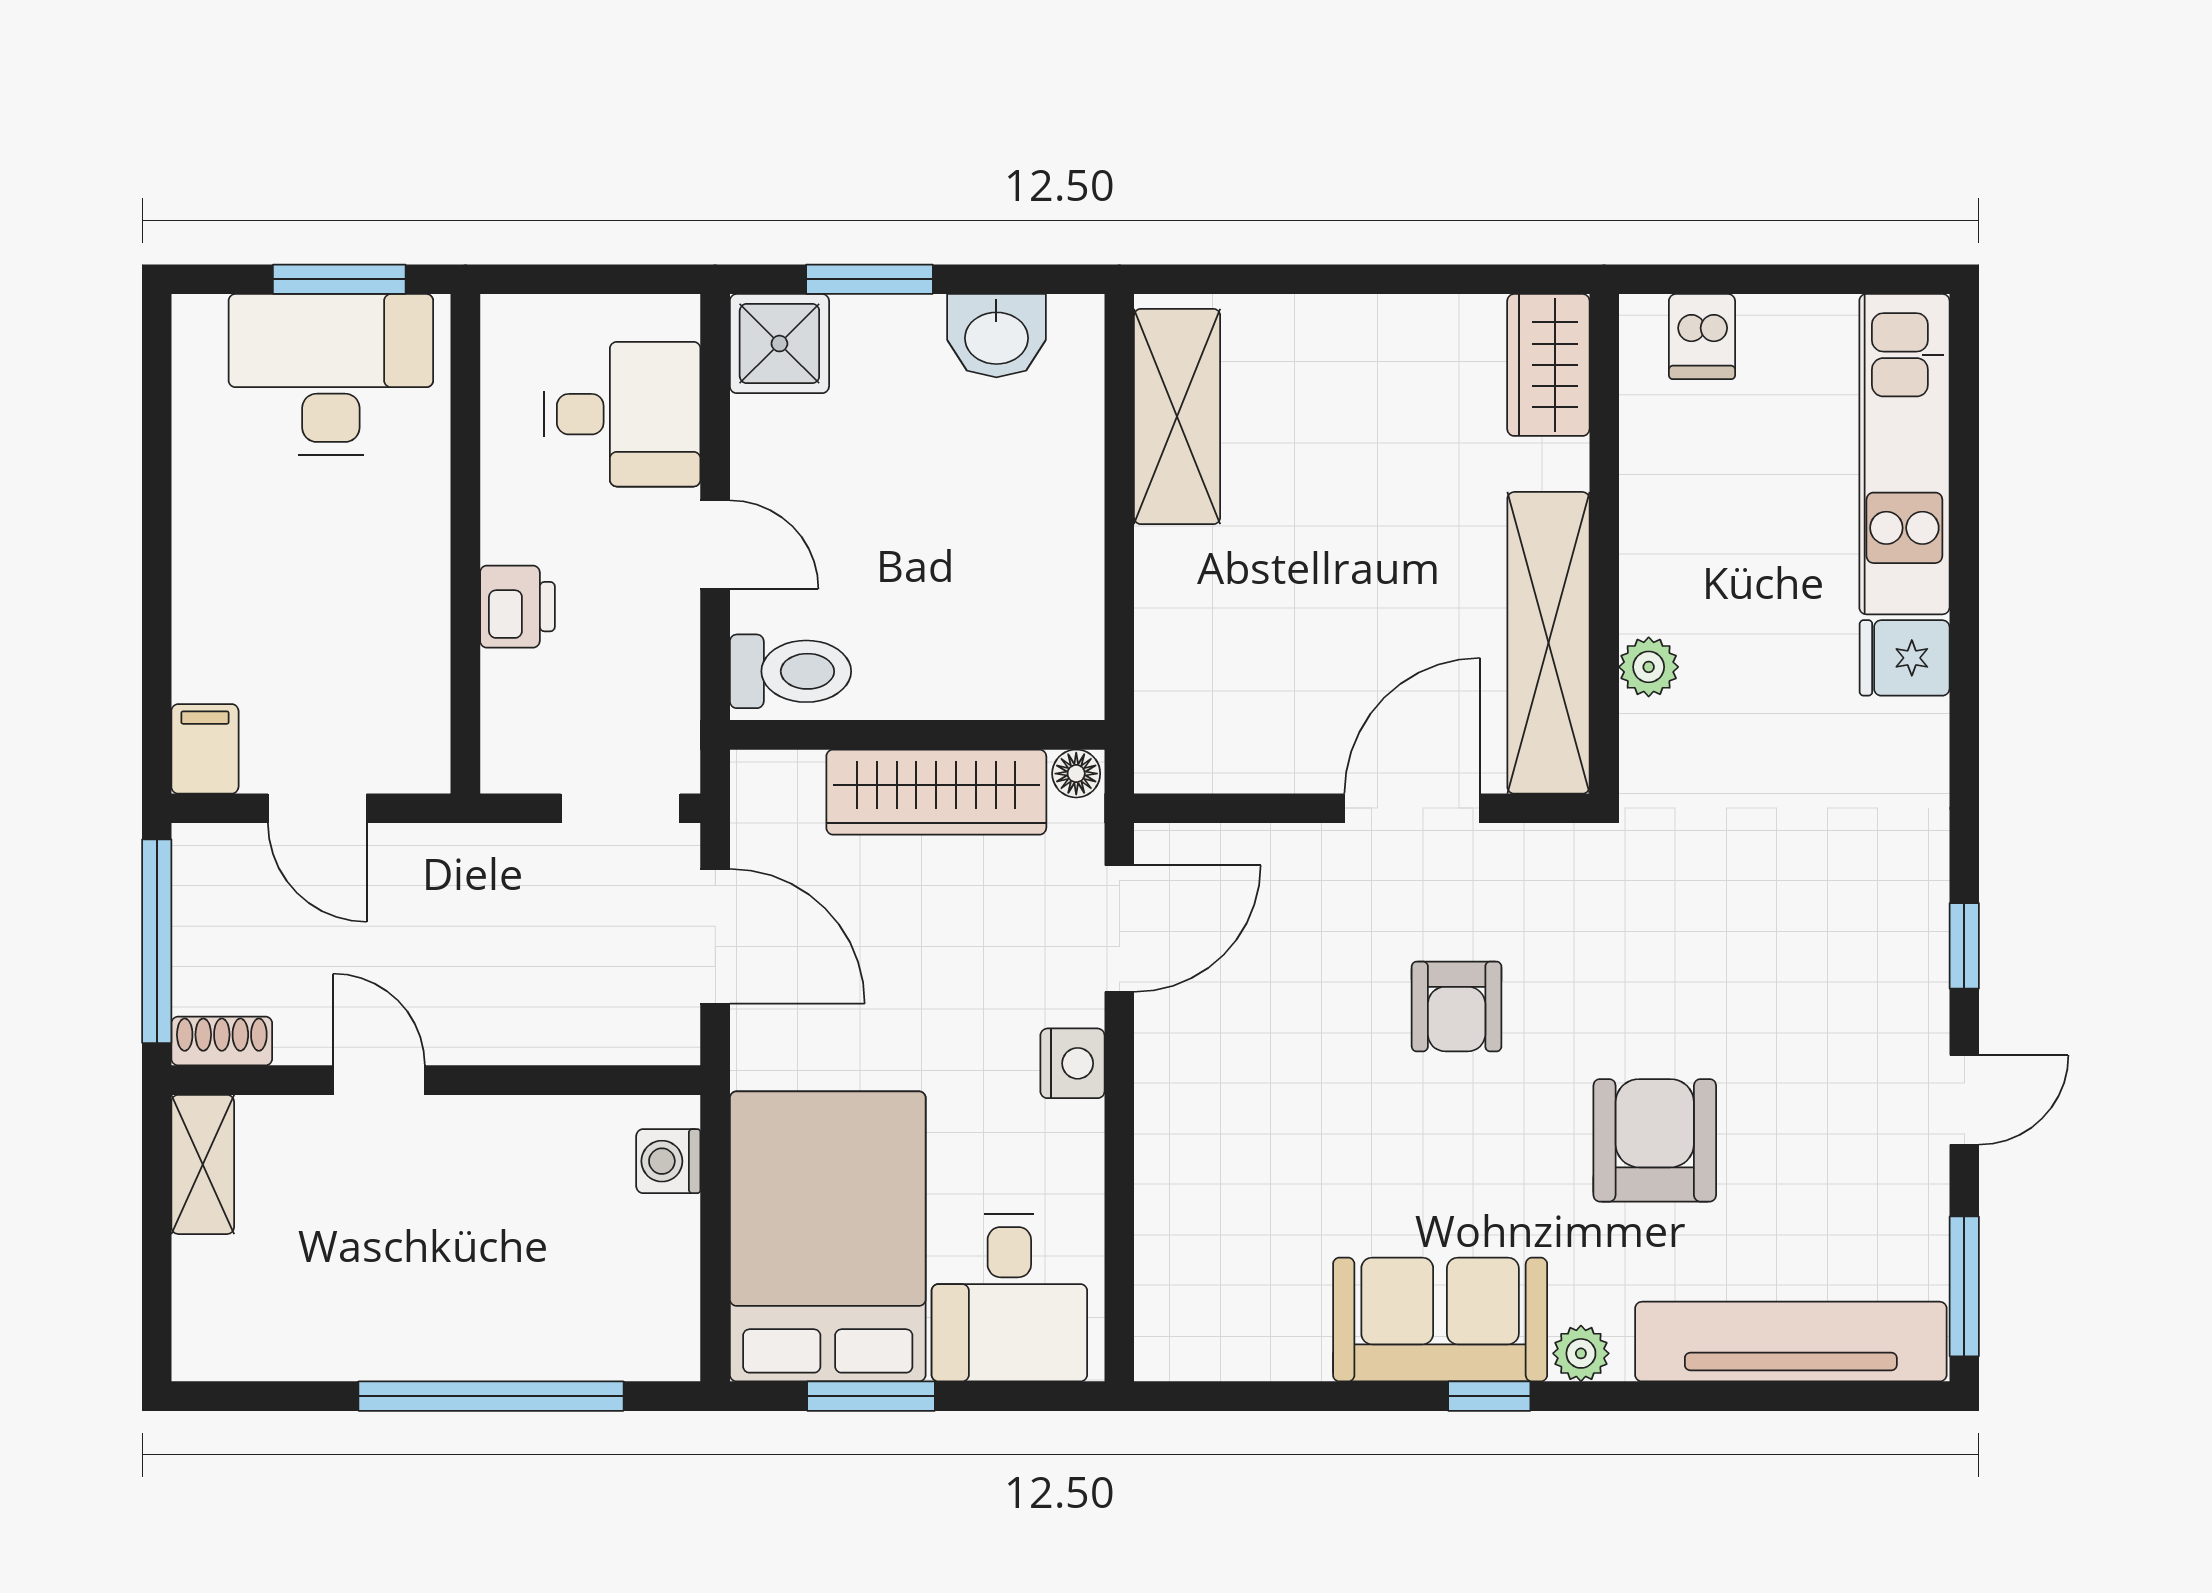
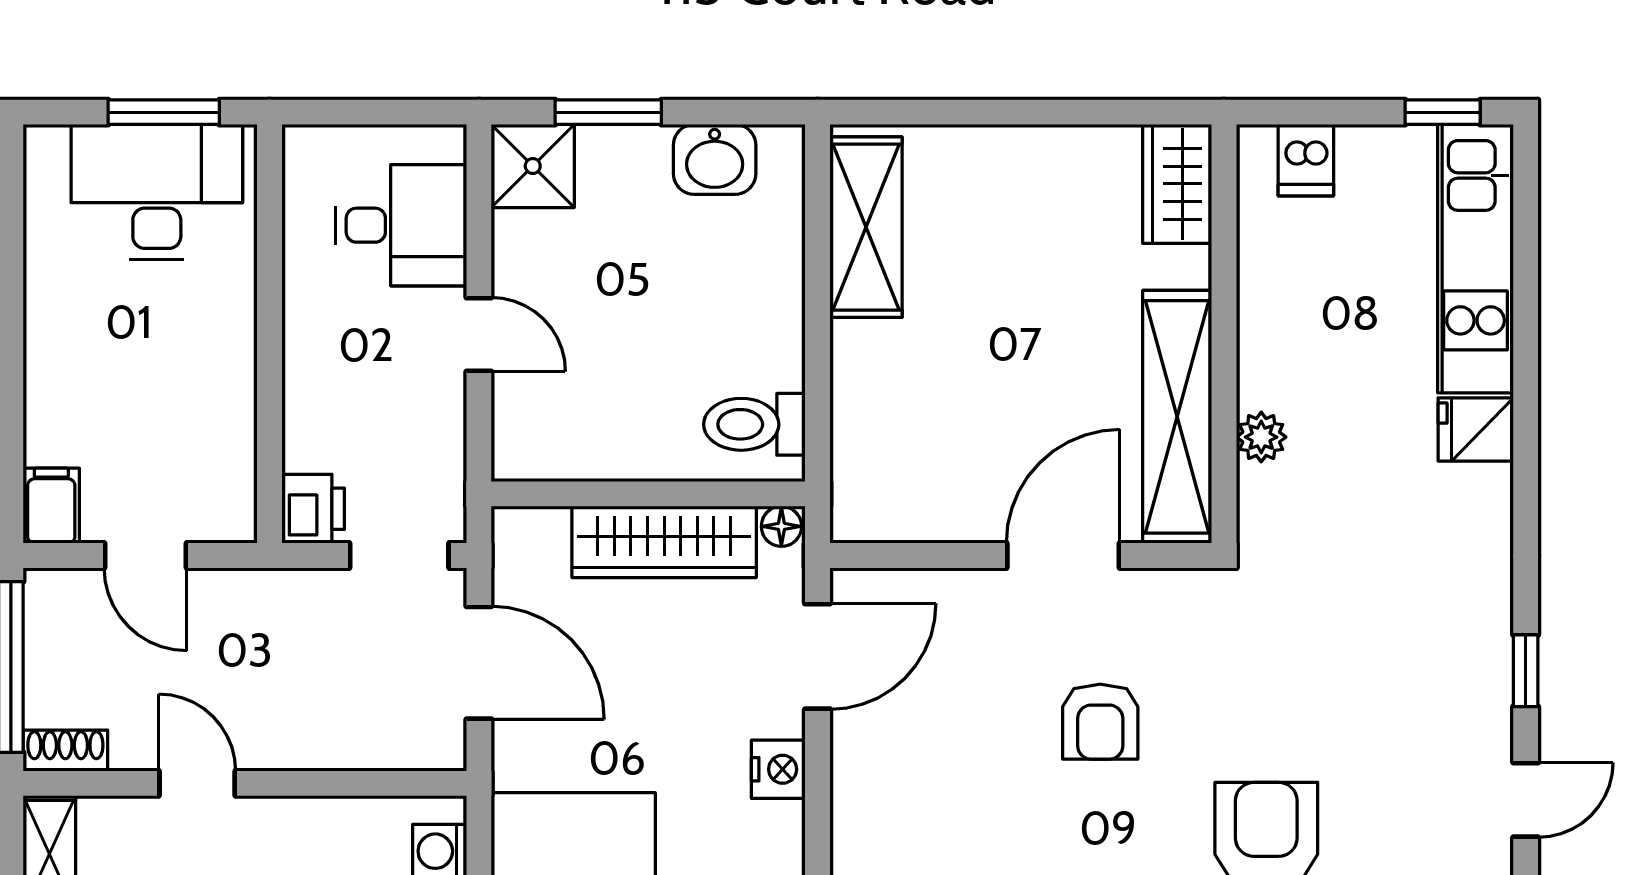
window: (1865, 279) -> (1443, 112), added
printer: (517, 607) -> (313, 509), moved
toilet: (790, 671) -> (754, 424), moved, turned 180

